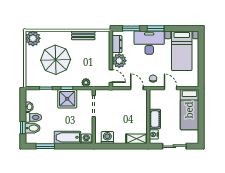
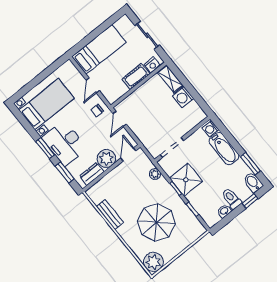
bidet: (33, 128) -> (253, 182), moved
washing machine: (107, 137) -> (183, 97), moved

